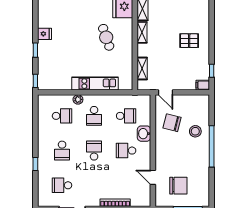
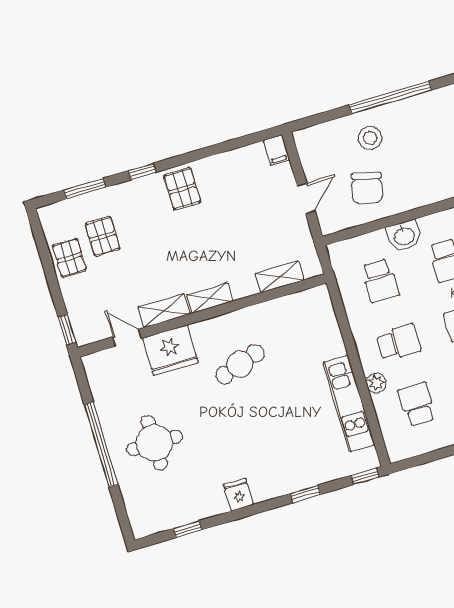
fridge: (44, 34) -> (238, 495), moved
pallet: (189, 41) -> (182, 189), moved
window: (212, 71) -> (142, 171), moved
kitchen unit: (95, 84) -> (349, 403), moved
door: (166, 92) -> (306, 198), moved
school desk: (126, 116) -> (380, 281), turned 180

